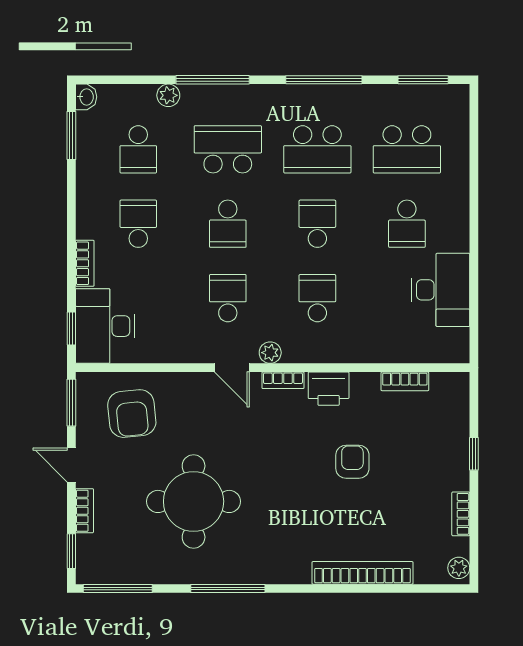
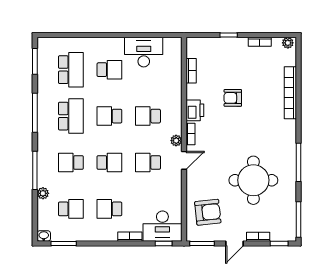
school desk: (228, 149) -> (71, 162), width x0.54

